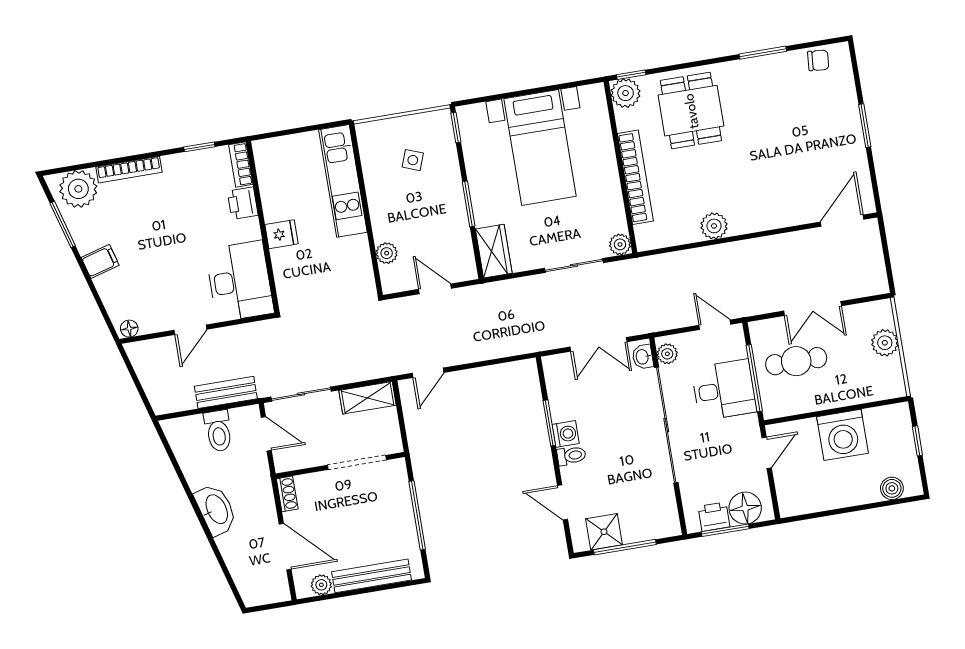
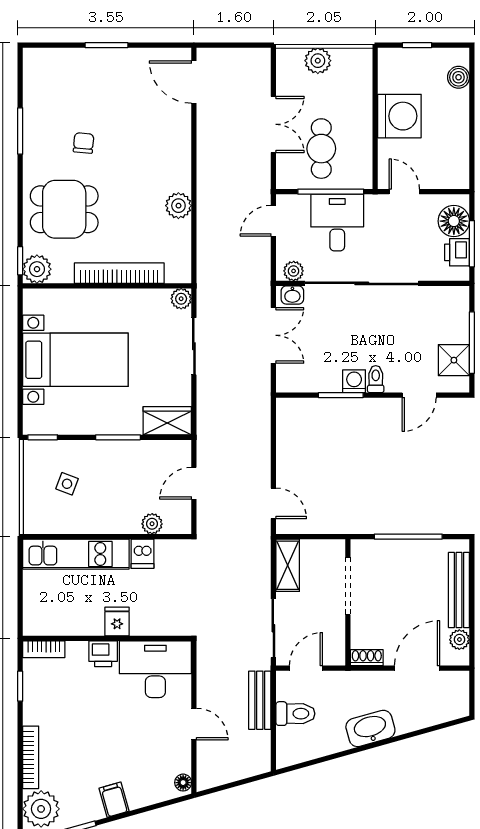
chair: (818, 60) -> (84, 143), moved
printer: (243, 203) -> (103, 654), moved
dishwasher: (355, 248) -> (142, 554), added

